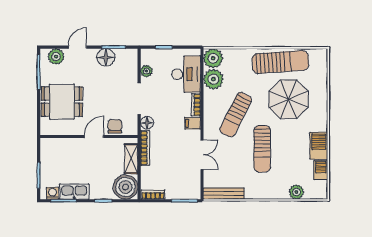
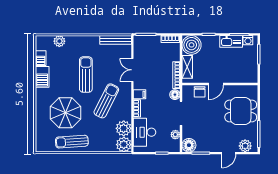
floor lamp: (106, 57) -> (189, 145), moved
sun lounger: (280, 62) -> (72, 142), width x0.73, depth x0.75

